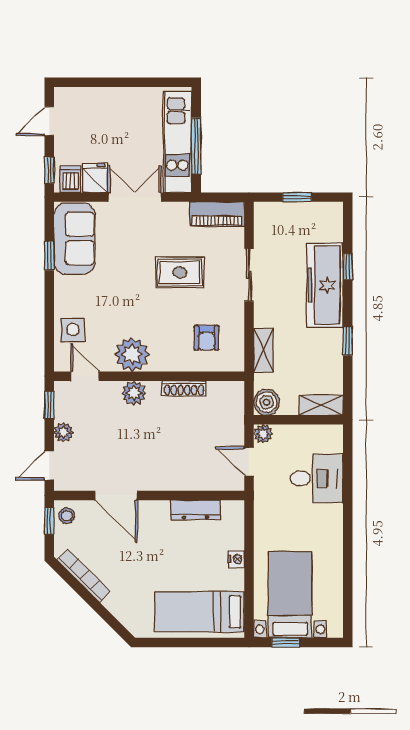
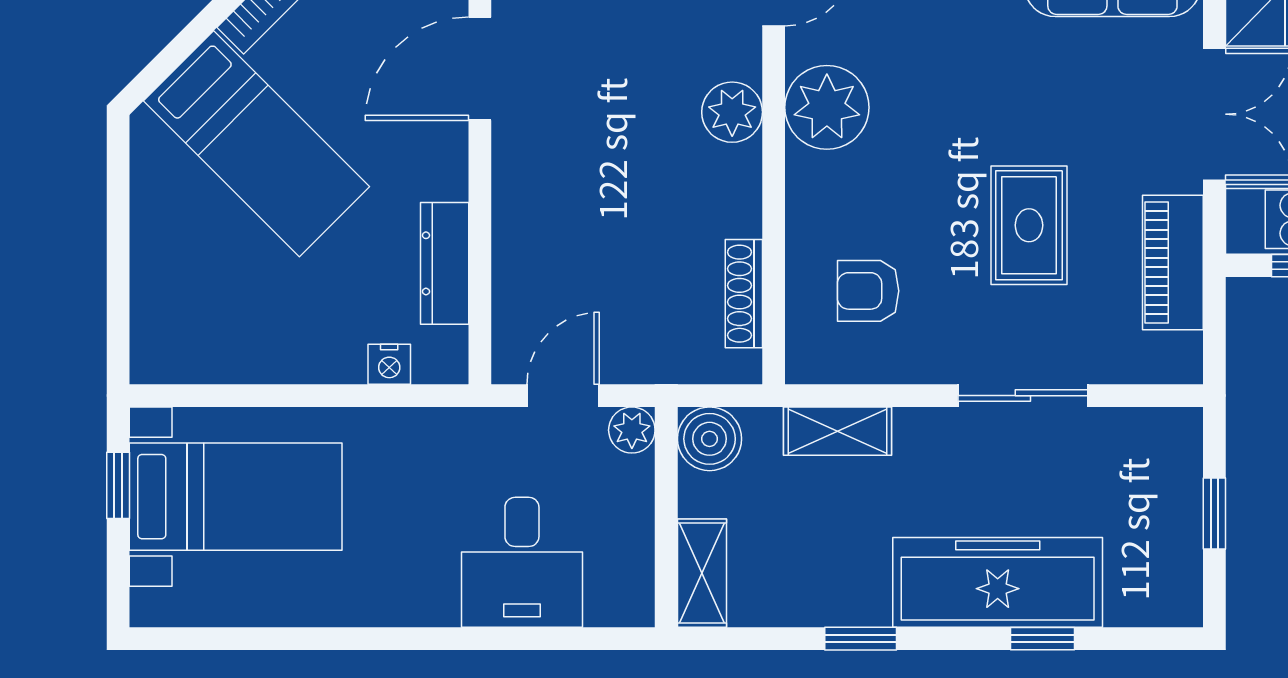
piano: (217, 214) -> (1173, 262), moved
shoe rack: (184, 388) -> (744, 294), moved
nightstand: (236, 559) -> (389, 364), moved
bed: (200, 612) -> (257, 144), moved, turned 135

